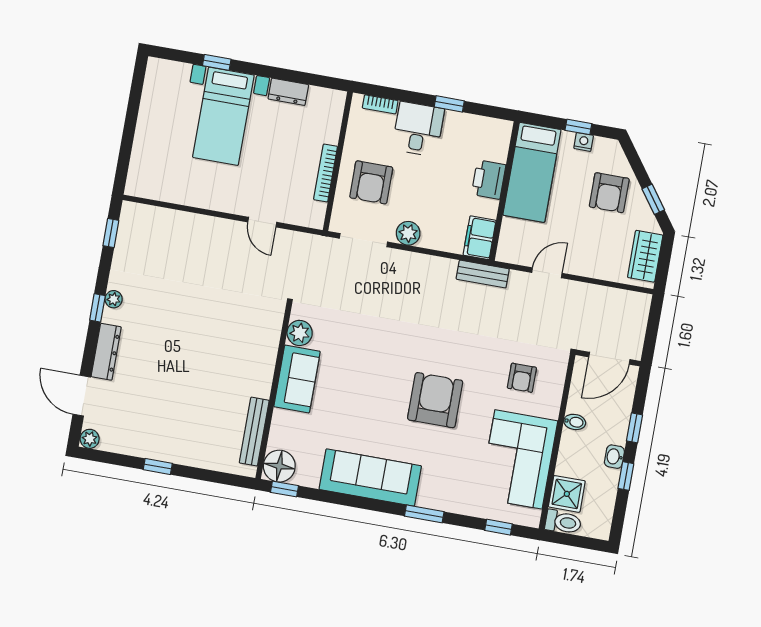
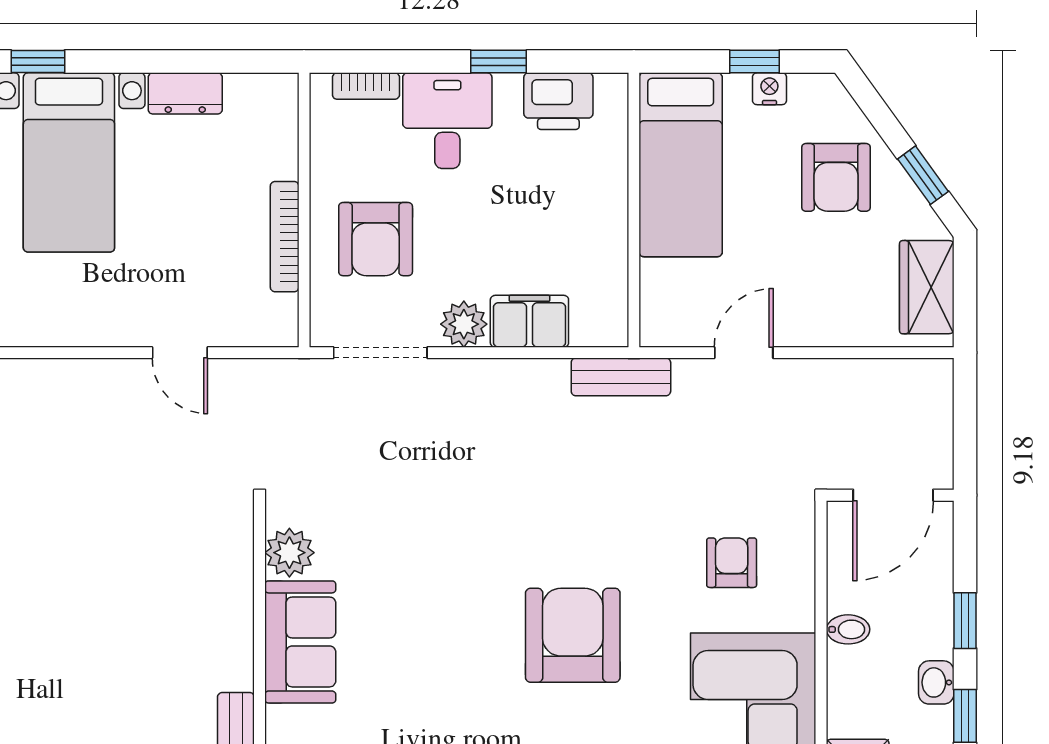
printer: (489, 180) -> (558, 101), moved, turned -90
filing cabinet: (480, 238) -> (529, 321), moved, turned 90
armchair: (522, 378) -> (732, 563), turned 180

